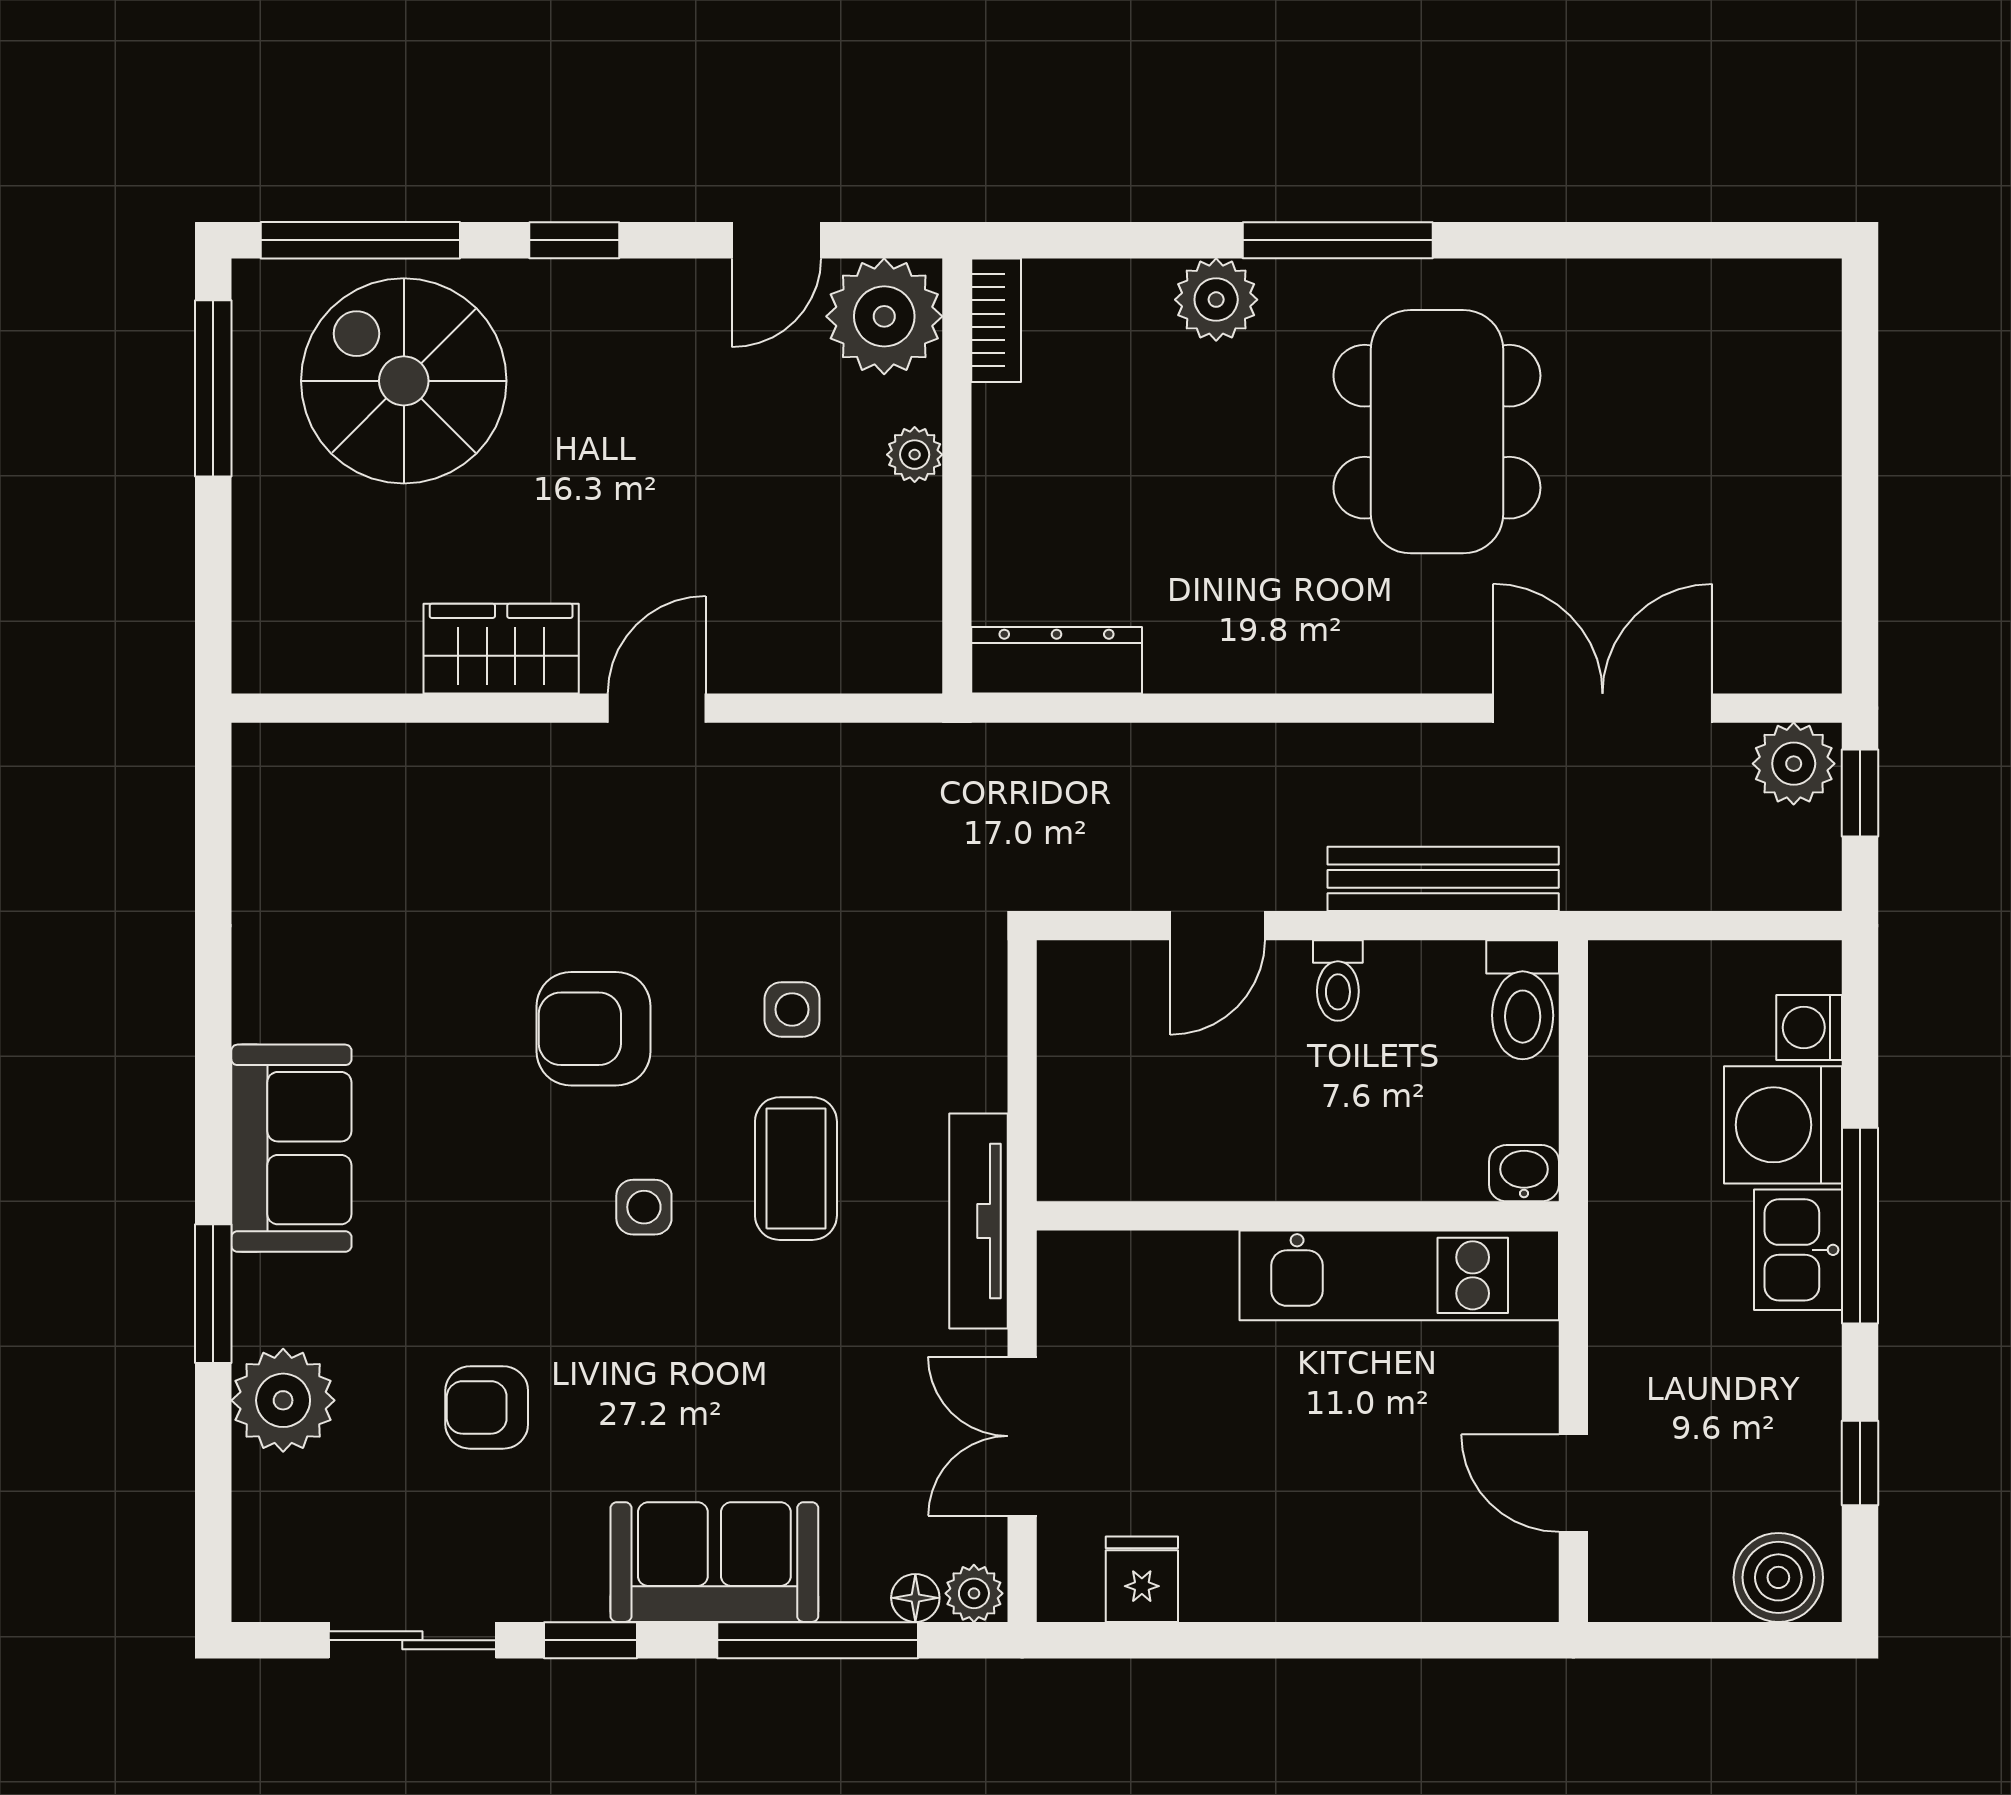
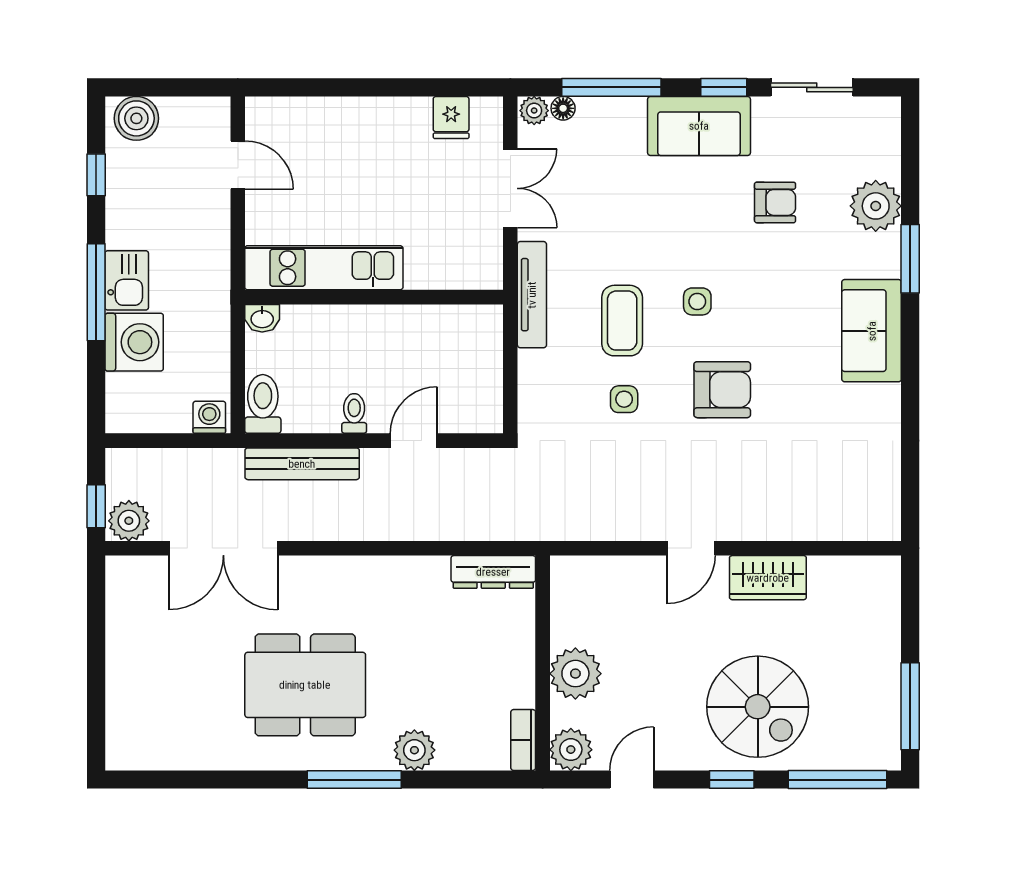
plant: (884, 316) -> (571, 750), width x0.73, depth x0.73
spiral stairs: (404, 381) -> (758, 707), moved
dining table: (1437, 432) -> (305, 685), turned 90
plant: (915, 455) -> (575, 674), width x1.88, depth x1.88
washing machine: (1809, 1027) -> (209, 417), moved, turned -90
sofa: (714, 1562) -> (699, 126), moved

